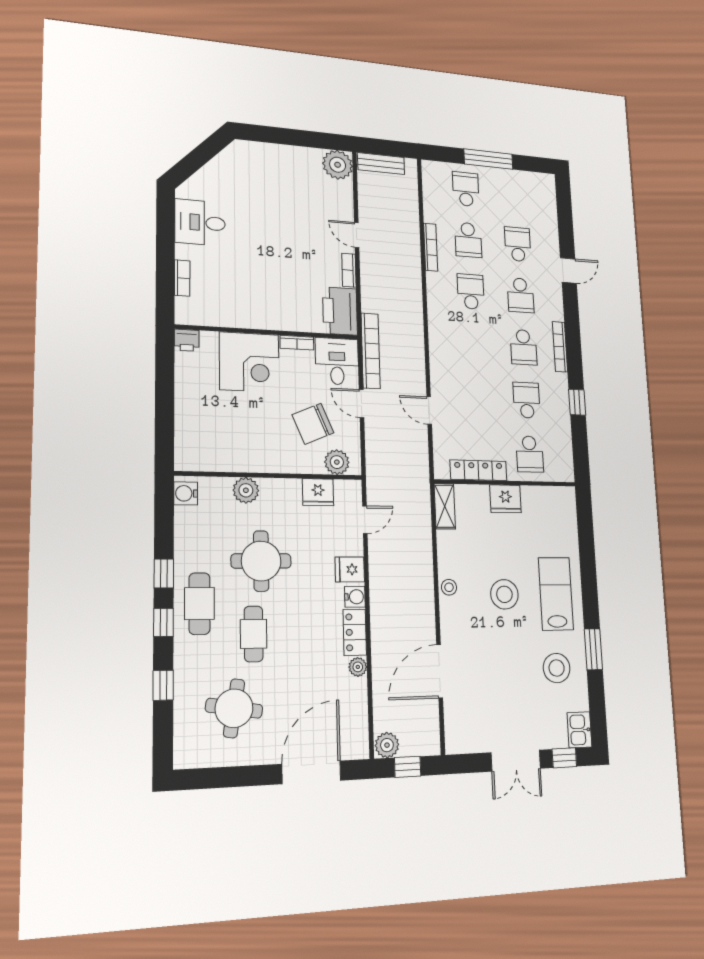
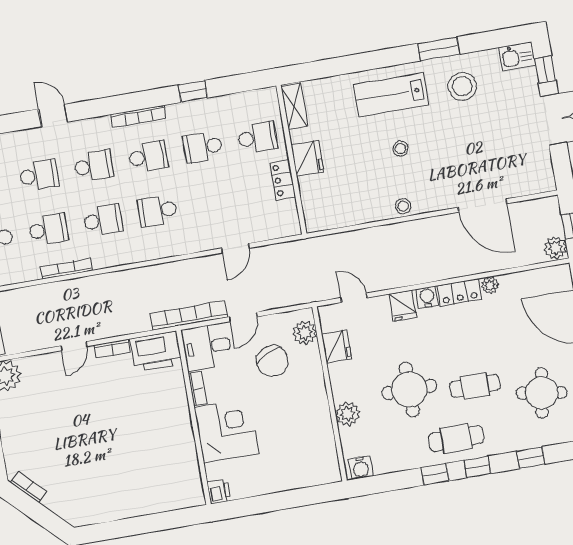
desk: (200, 222) -> (101, 499), removed
school desk: (518, 244) -> (39, 175), turned 180
bookcase: (182, 278) -> (29, 487), moved, turned 45
school desk: (471, 292) -> (103, 220), turned 180
school desk: (473, 344) -> (158, 211), added
locker: (478, 470) -> (283, 180), width x0.66
shelving: (445, 506) -> (294, 106), moved, turned 90
stool: (504, 594) -> (401, 149), width x0.53, depth x0.53

